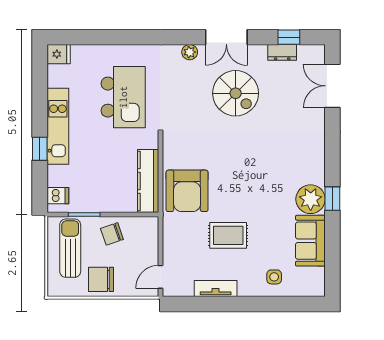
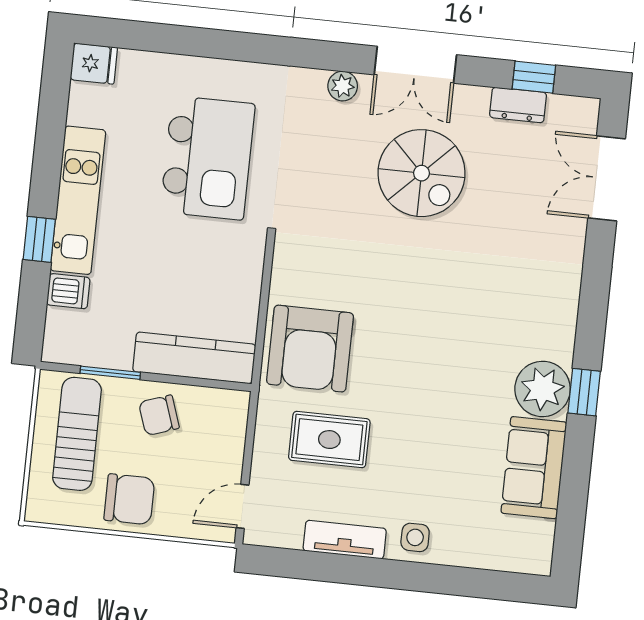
kitchen counter: (148, 181) -> (194, 358), moved, turned 90
dishwasher: (58, 196) -> (68, 291), moved
rug: (228, 235) -> (329, 440), moved
side table: (274, 277) -> (415, 537), moved
chair: (101, 279) -> (129, 499), turned 180

